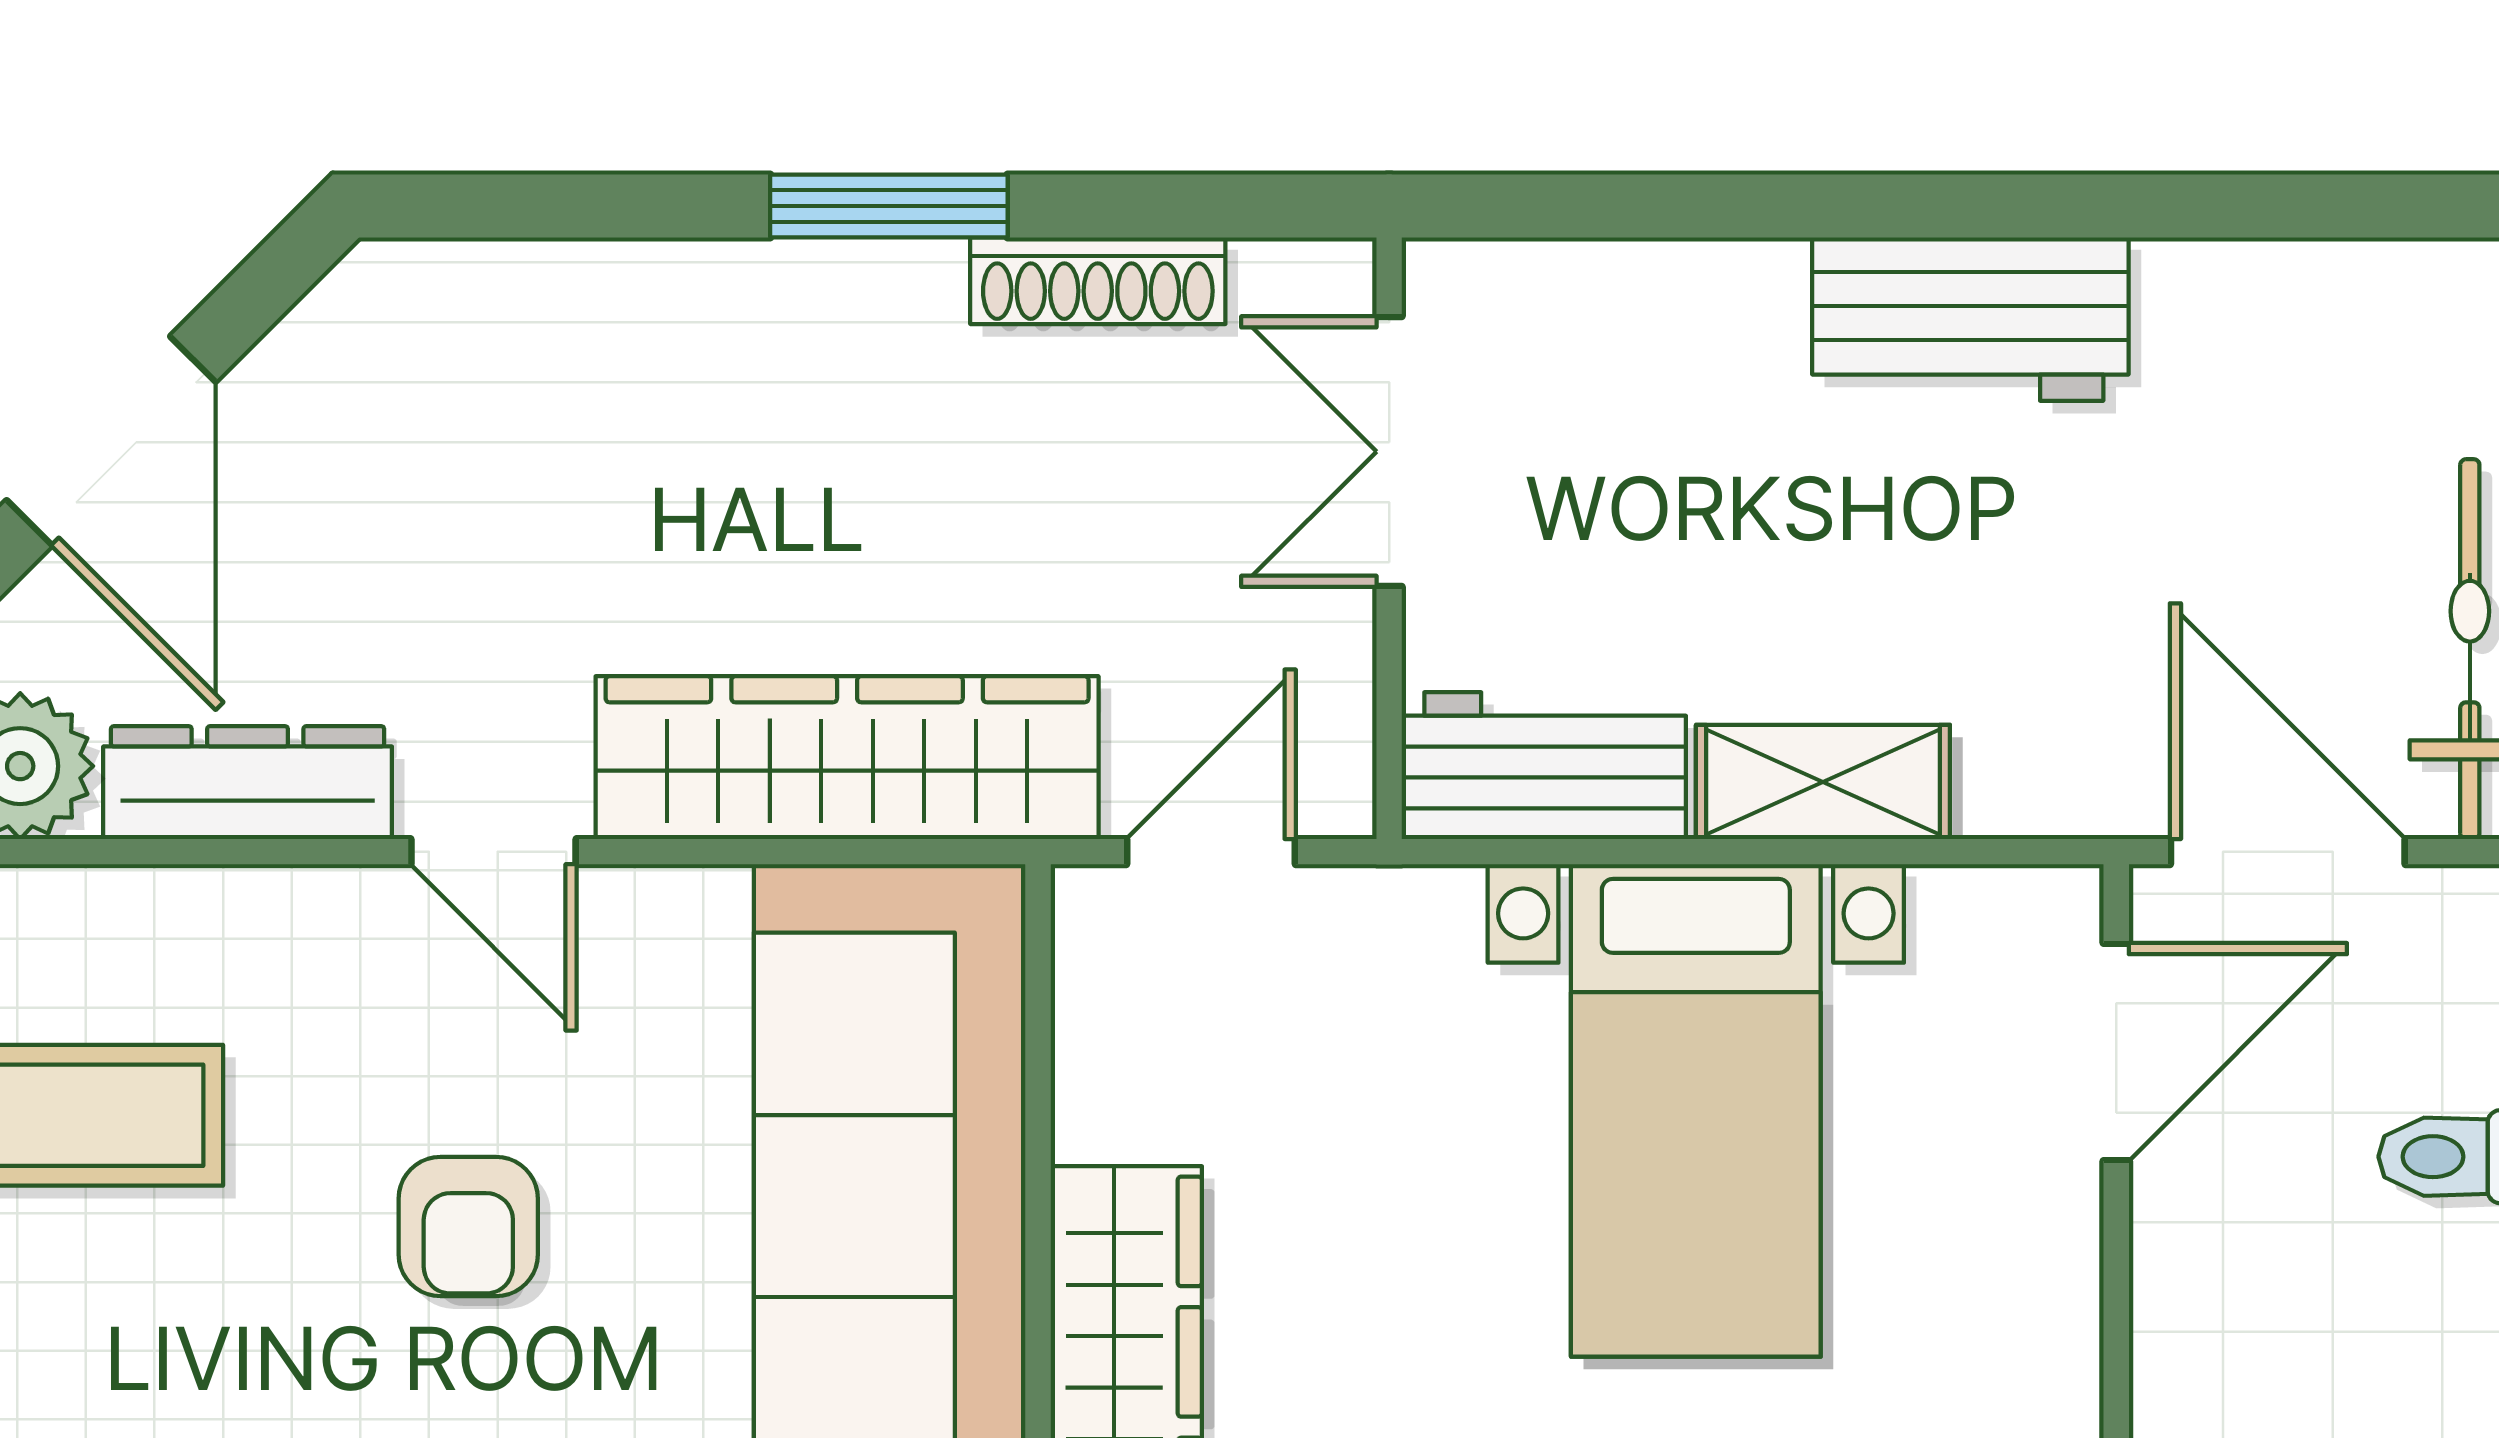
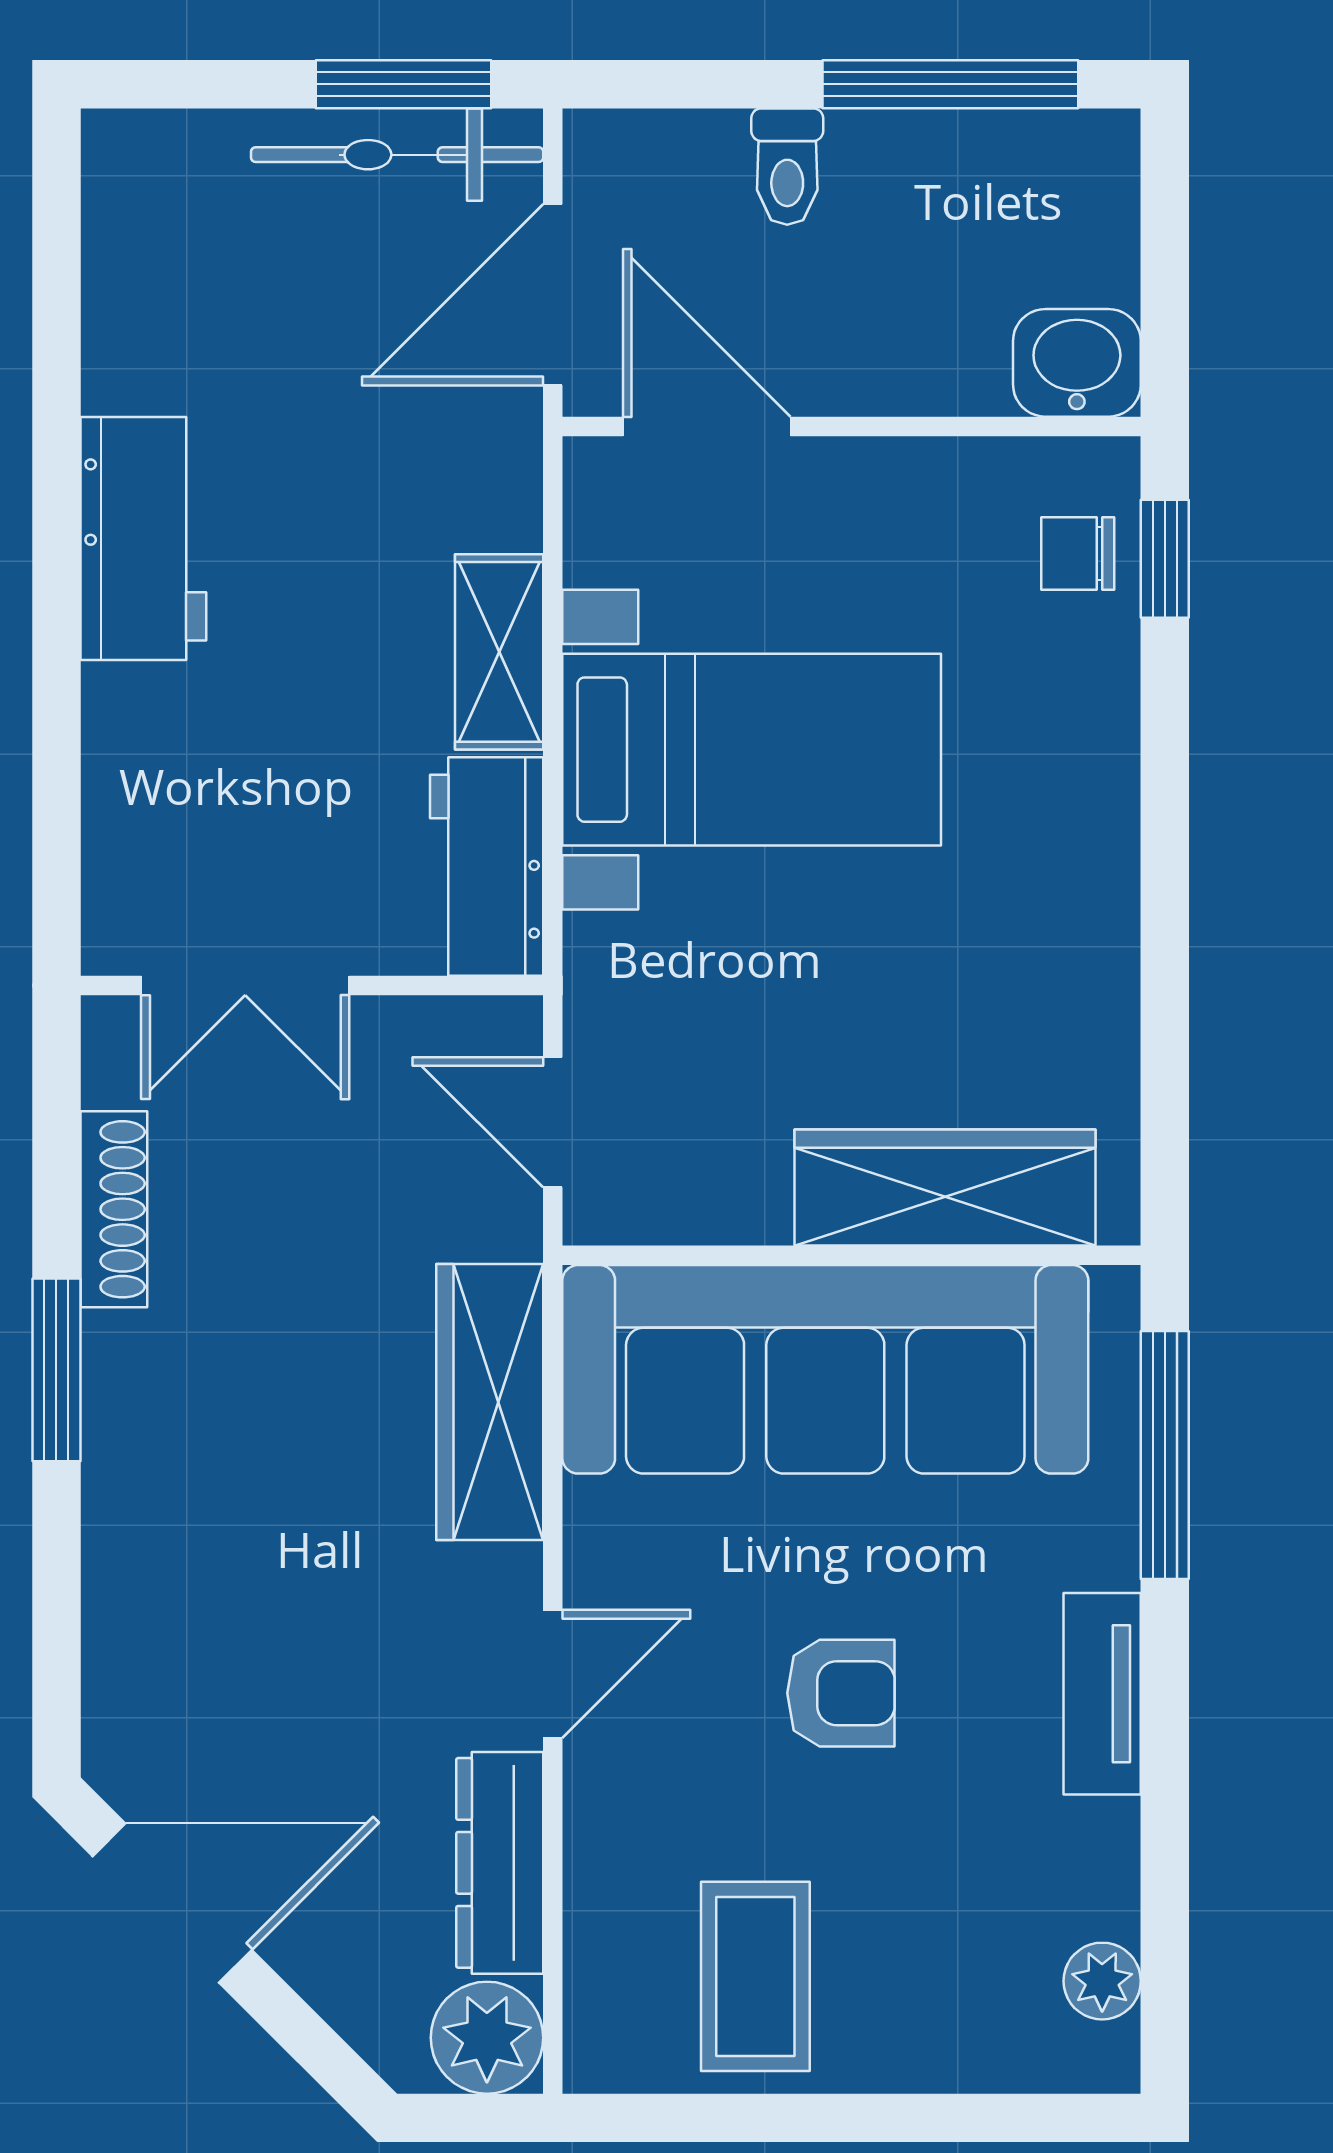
door: (111, 441) -> (172, 1903), moved
wardrobe: (847, 758) -> (490, 1402), width x0.71, depth x0.85

